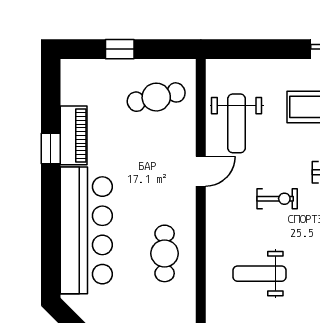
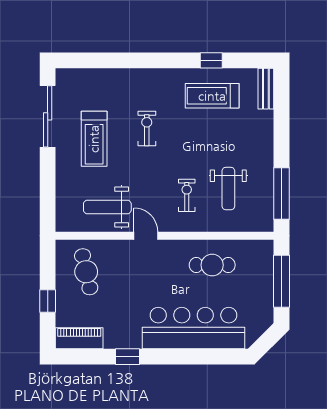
weight bench: (237, 123) -> (107, 207), turned 180
piano: (74, 135) -> (79, 338), moved
exercise bike: (277, 199) -> (187, 195), moved

